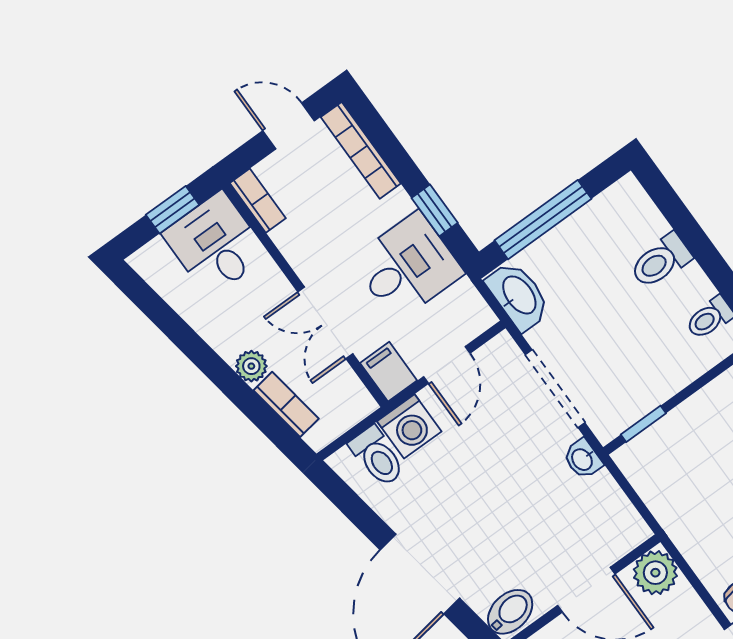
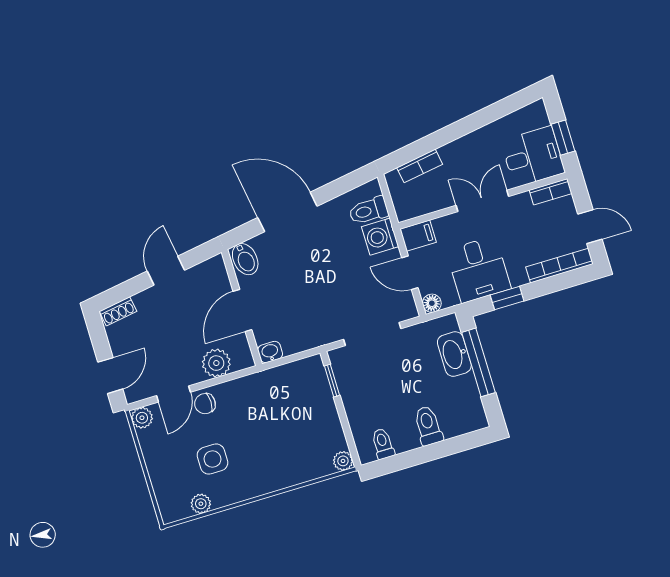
door: (289, 126) -> (590, 227), hinge flipped
washbasin: (518, 296) -> (454, 354), moved, turned 90
floor lamp: (480, 317) -> (432, 303), added
double door: (325, 323) -> (482, 201), moved
plant: (251, 366) -> (451, 153), removed
washbasin: (583, 459) -> (270, 352), moved
plant: (655, 573) -> (216, 363), moved

